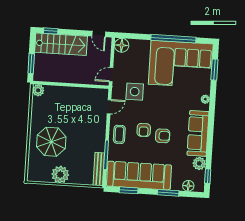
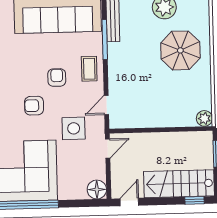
door: (99, 34) -> (129, 202), hinge flipped
armchair: (163, 136) -> (34, 106), moved

